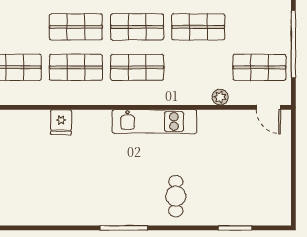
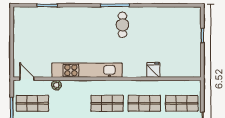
kitchen unit: (155, 122) -> (87, 70), width x1.36
cafe table: (176, 196) -> (122, 25), moved

